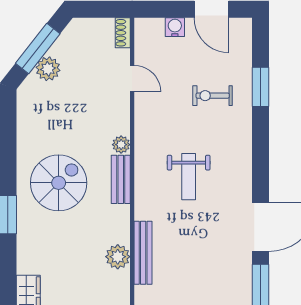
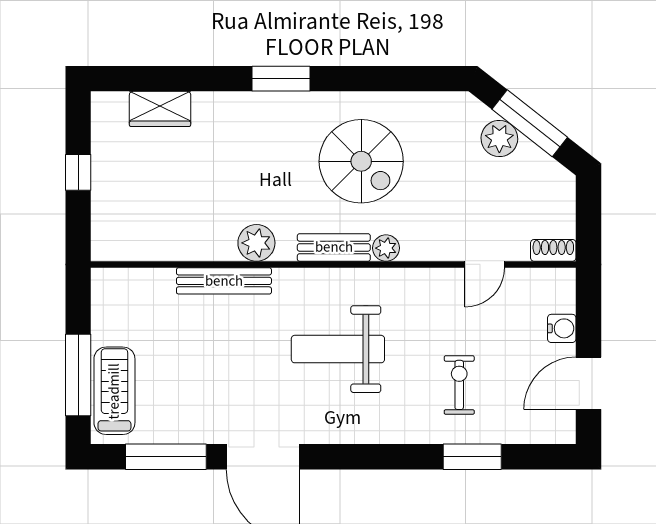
weight bench: (189, 177) -> (338, 349), width x1.36, depth x1.33
spiral stairs: (59, 183) -> (361, 161), moved
plant: (118, 257) -> (256, 243), moved

